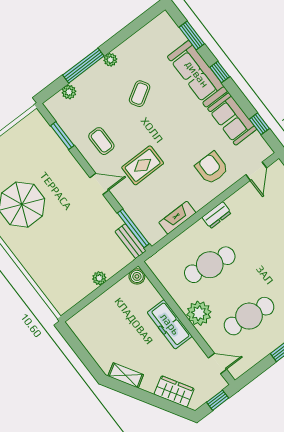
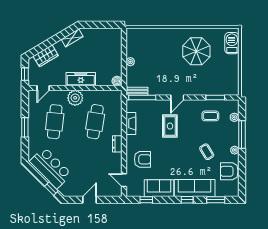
armchair: (143, 46) -> (229, 171), added
coffee table: (101, 141) -> (210, 116), moved

